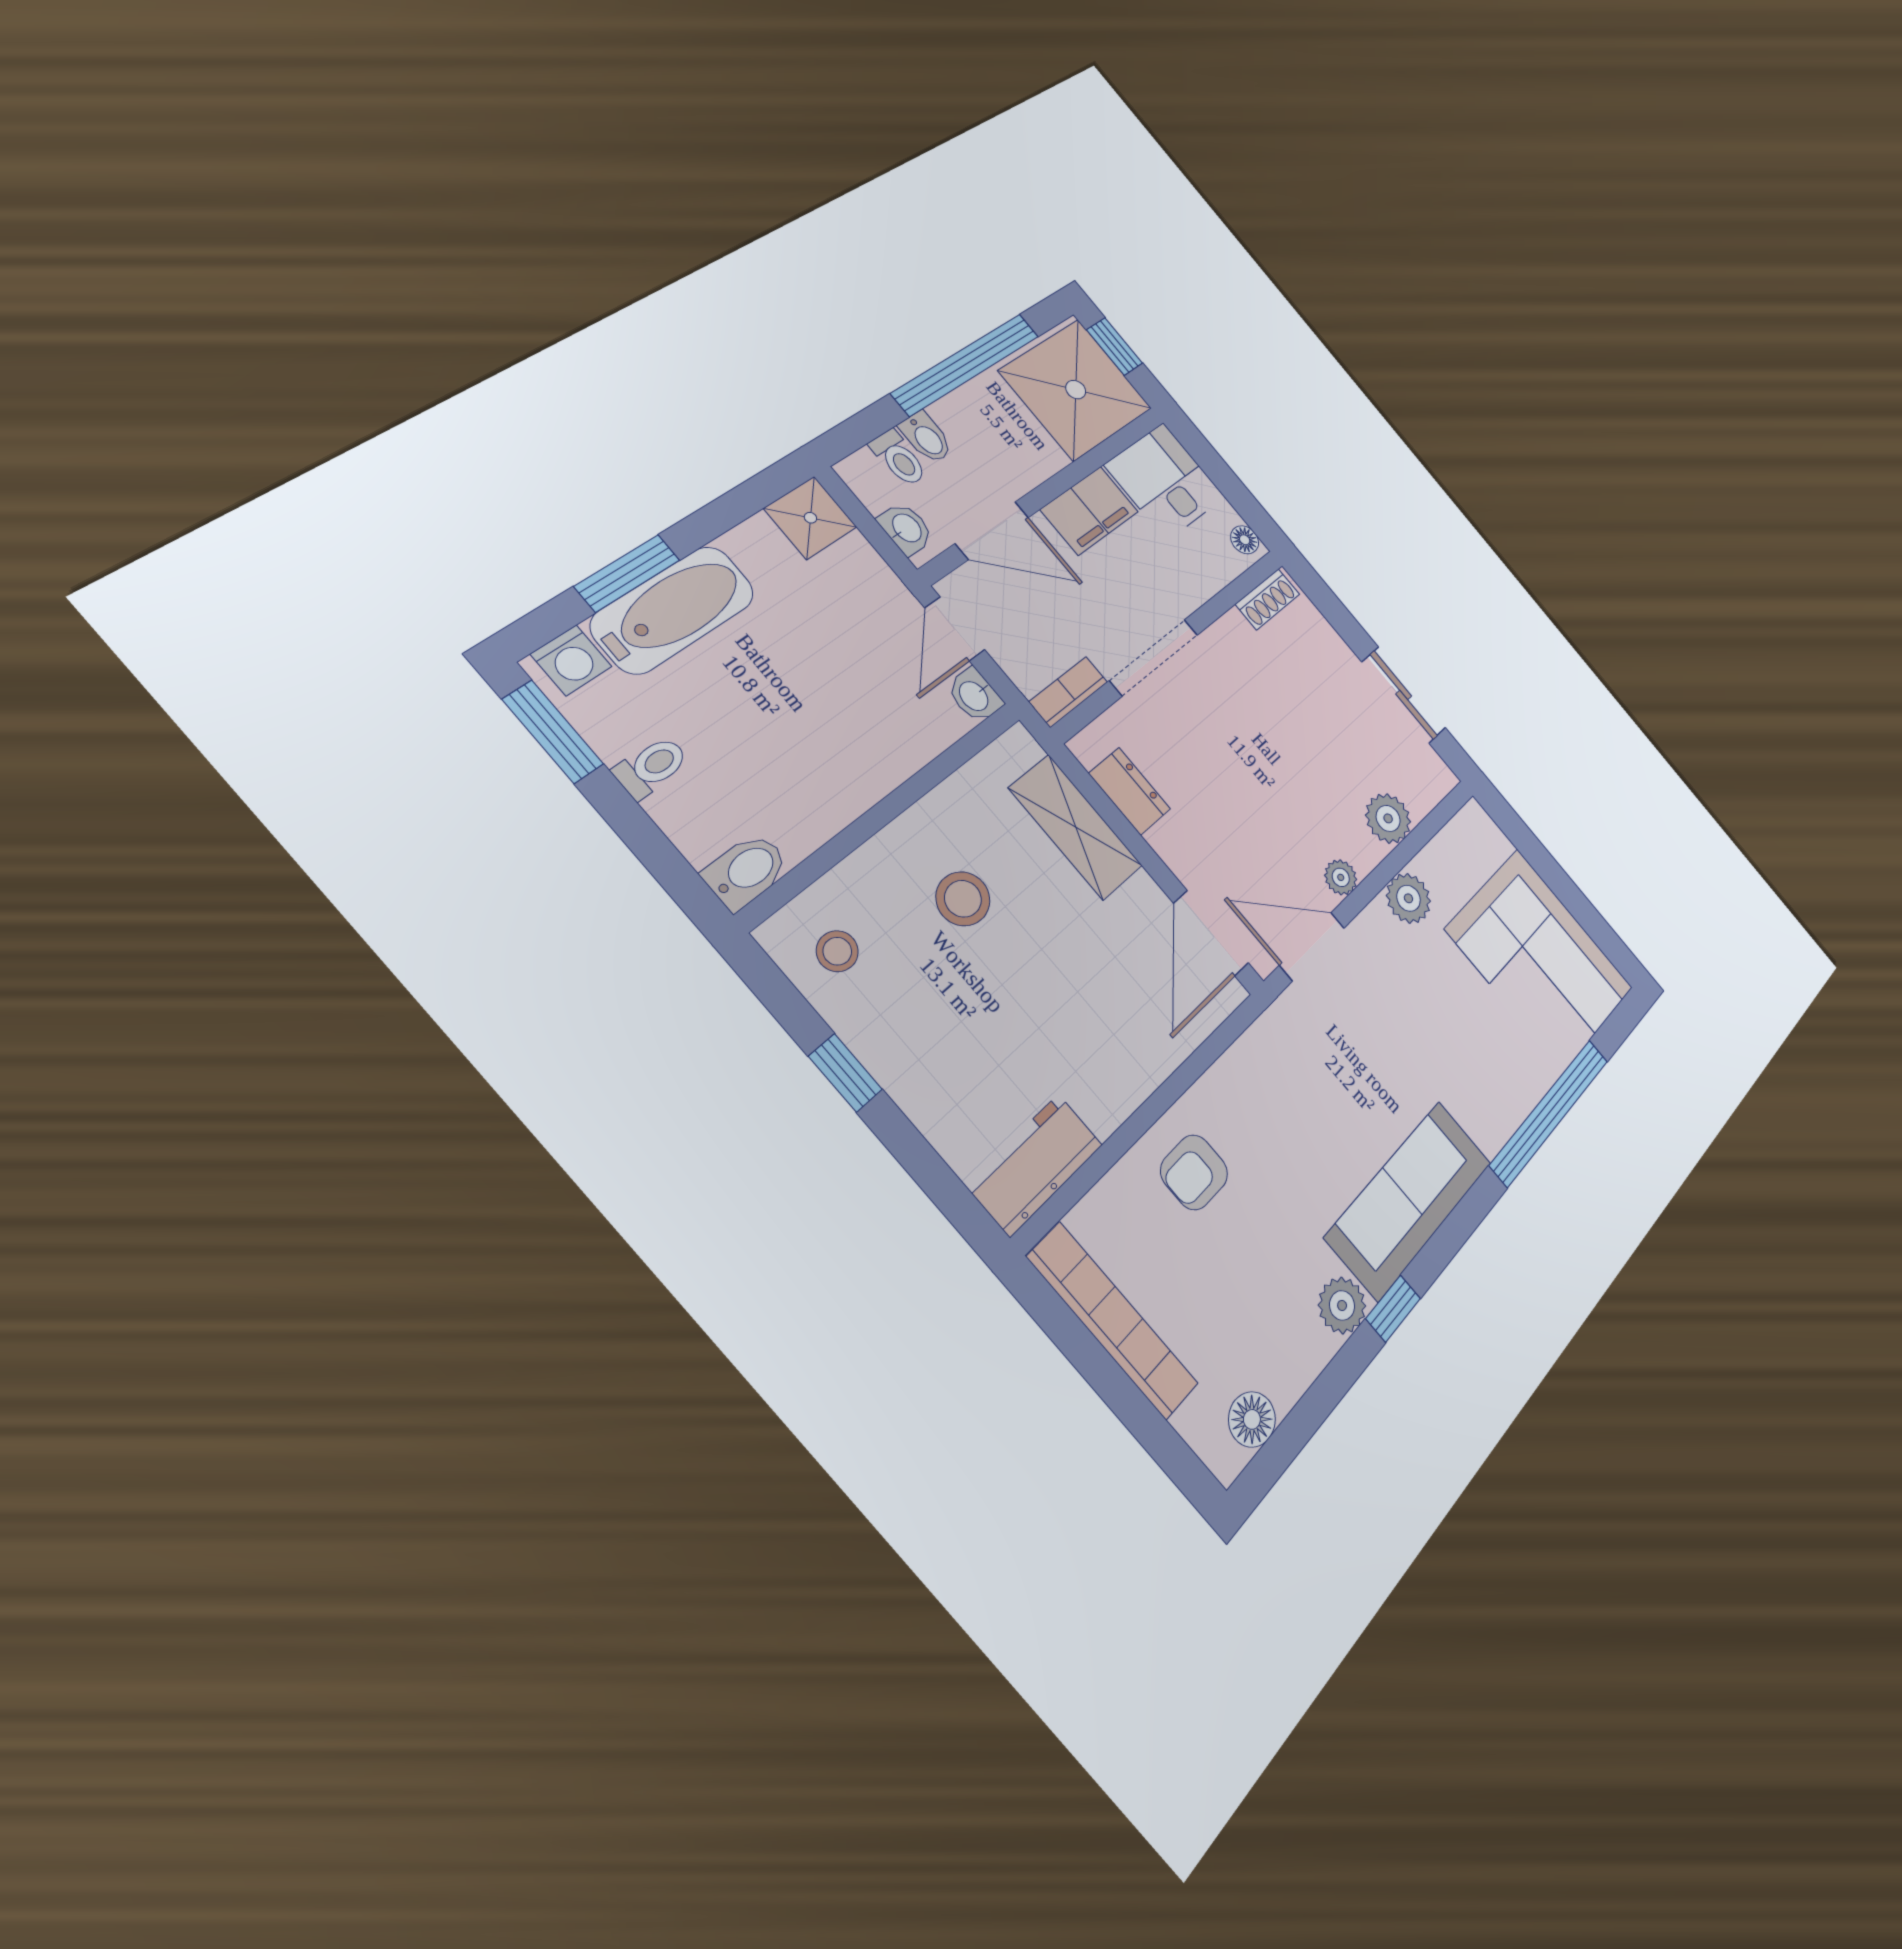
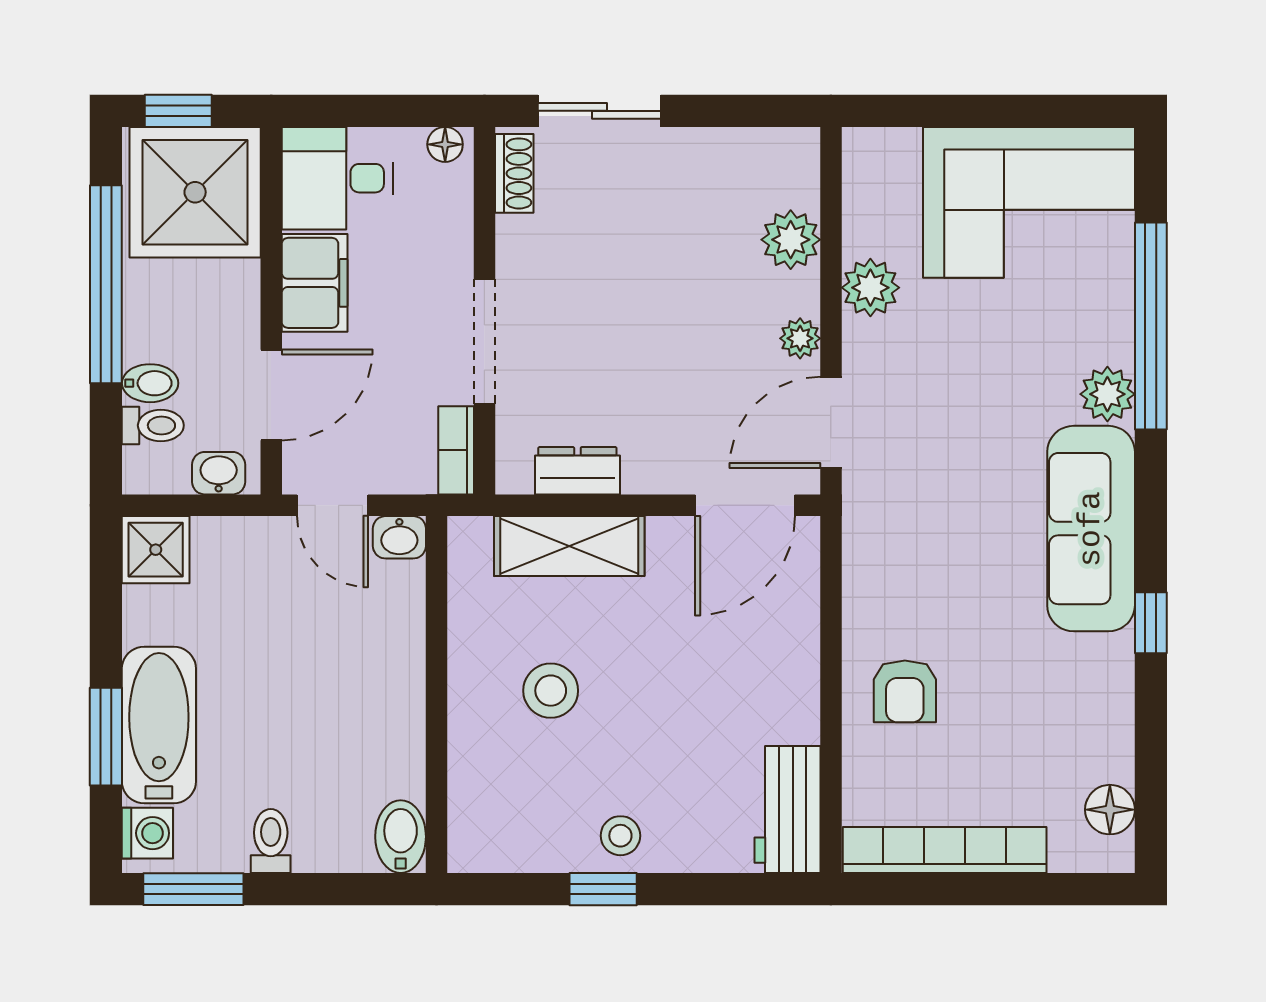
sliding door: (1404, 695) -> (599, 111), moved
door: (1211, 933) -> (745, 505), hinge flipped
stool: (837, 951) -> (620, 836), moved
plant: (1342, 1305) -> (1107, 394), moved

